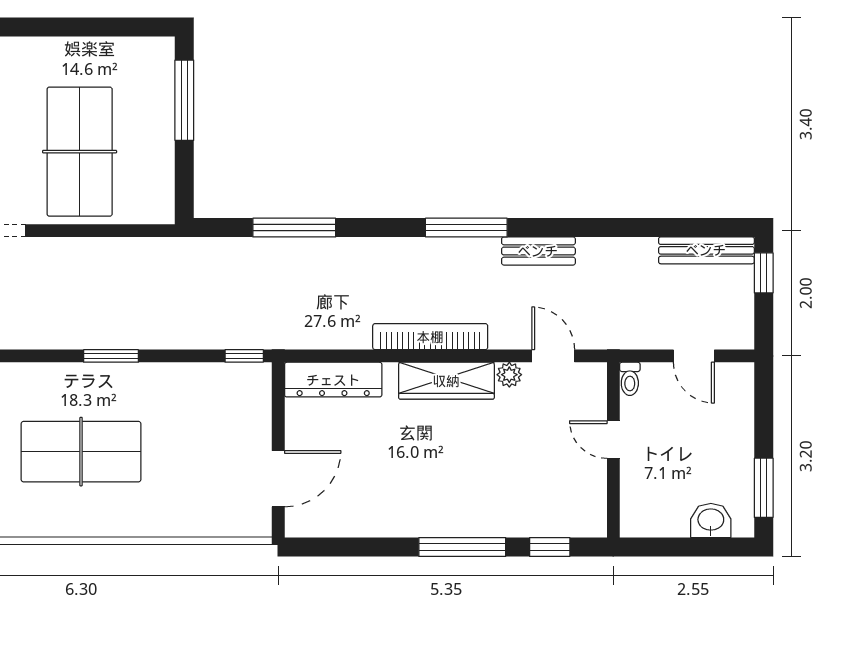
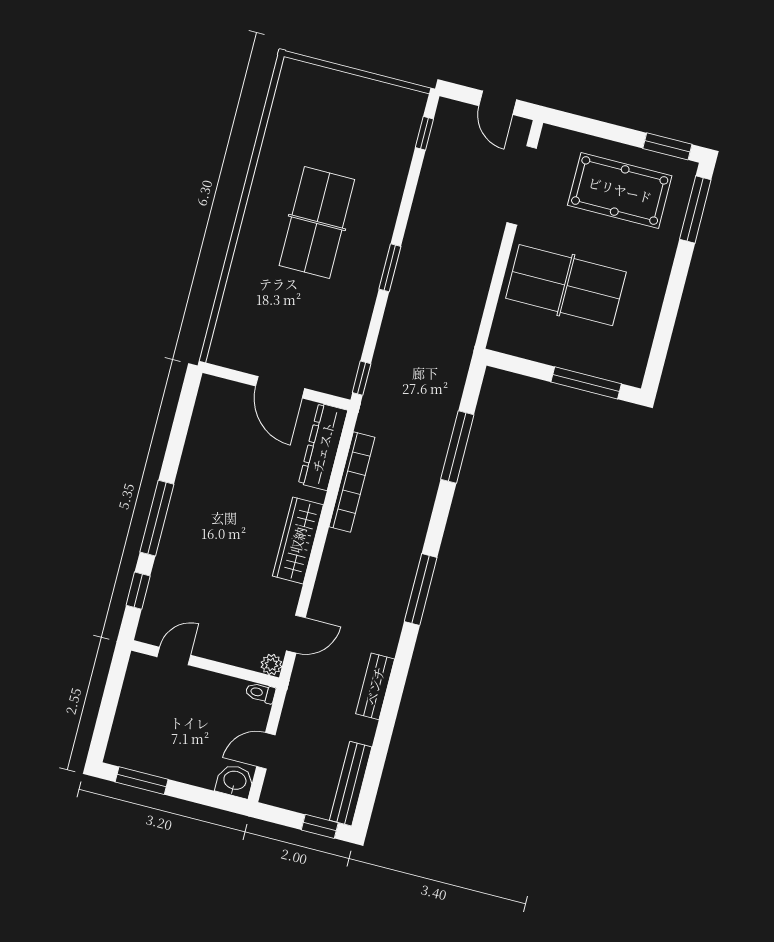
bench: (538, 251) -> (375, 686), moved
bookcase: (430, 337) -> (352, 482), moved
plant: (509, 375) -> (271, 665), moved
door: (613, 440) -> (174, 656), moved
door: (278, 479) -> (280, 387), moved
washbasin: (711, 521) -> (235, 781), moved, turned -90

